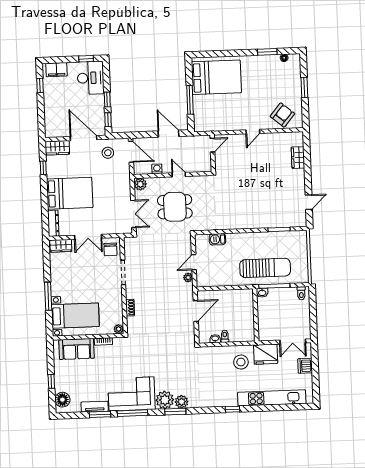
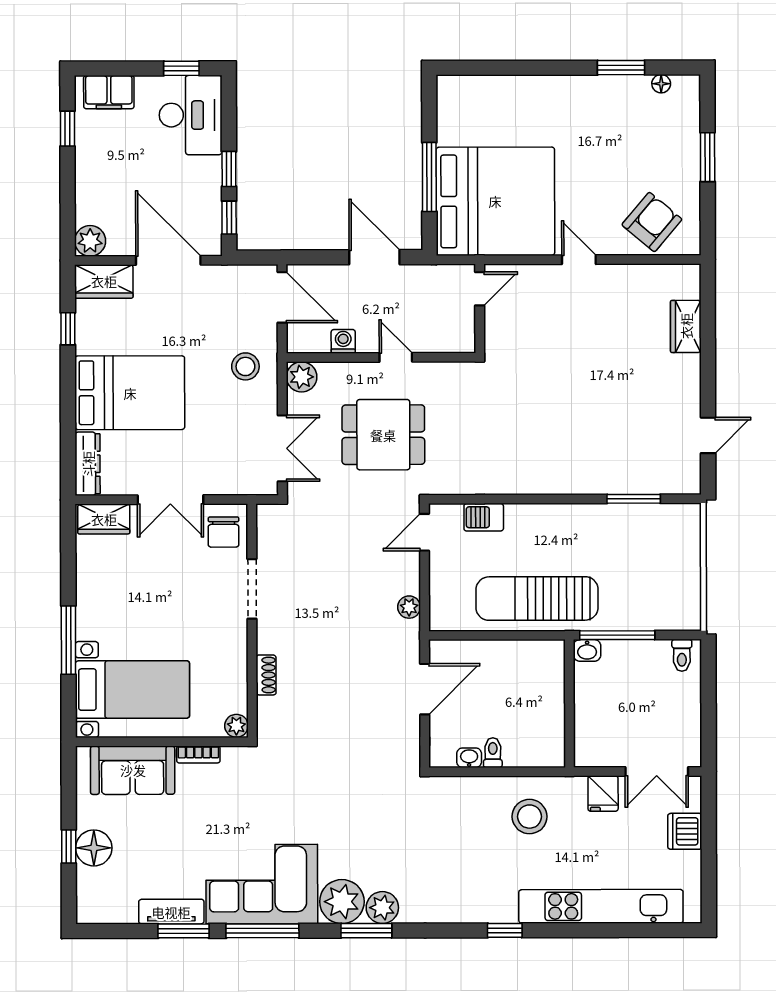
bed: (216, 77) -> (495, 201), moved, width x1.36
plant: (51, 131) -> (90, 241), added
door: (253, 132) -> (579, 260), swing flipped
stool: (108, 153) -> (245, 366), moved
door: (194, 262) -> (424, 532), moved
sun lounger: (265, 268) -> (537, 599), moved, turned 180
fridge: (266, 354) -> (603, 794), width x0.53, depth x0.75
floor lamp: (62, 400) -> (94, 848), moved

